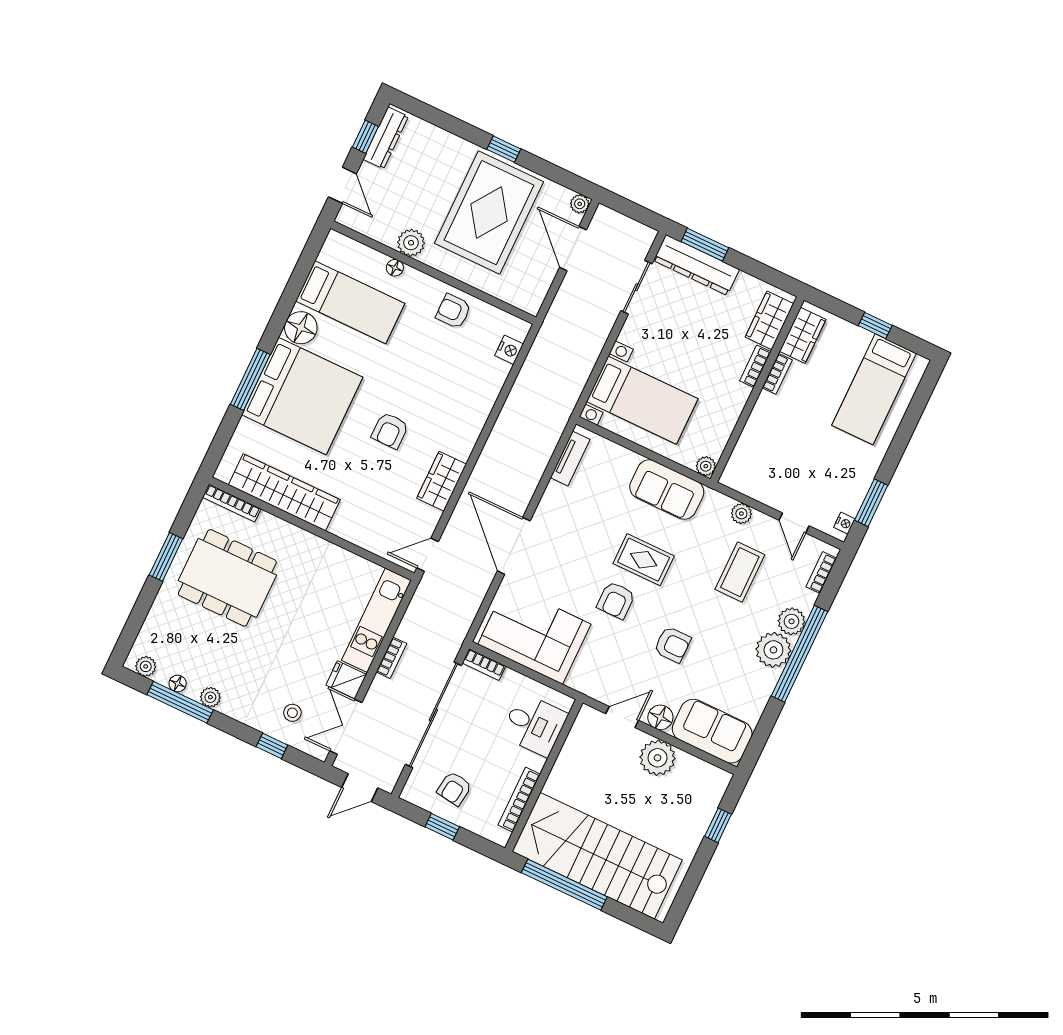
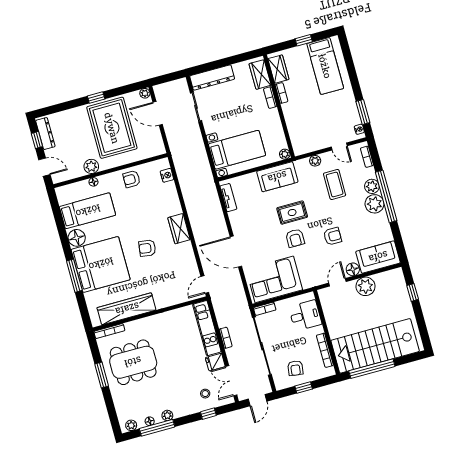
window: (705, 245) -> (209, 67), removed
armchair: (390, 431) -> (147, 248), turned 98
wardrobe: (442, 481) -> (179, 229), moved

